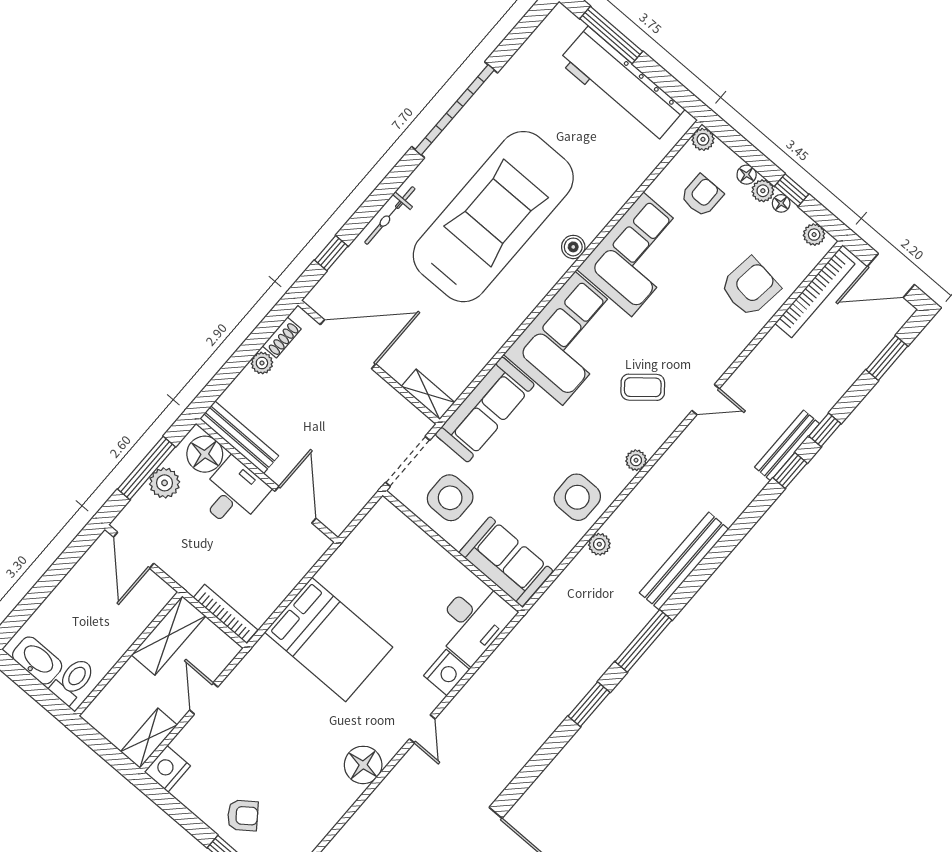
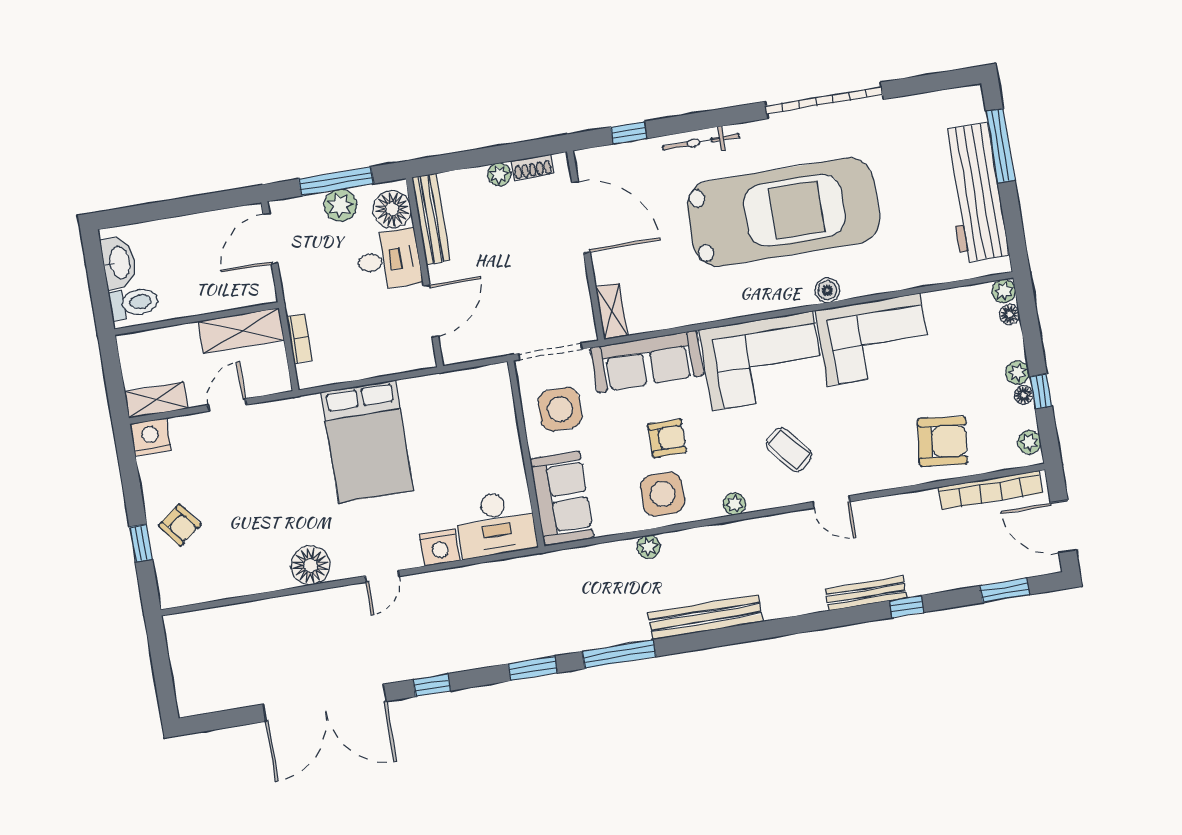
floor lamp: (747, 175) -> (1010, 314), moved
armchair: (702, 196) -> (667, 438), moved
window: (790, 471) -> (432, 685), moved
bookcase: (225, 614) -> (299, 338), width x0.64

